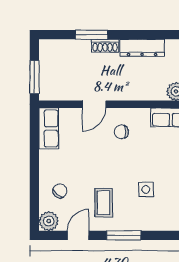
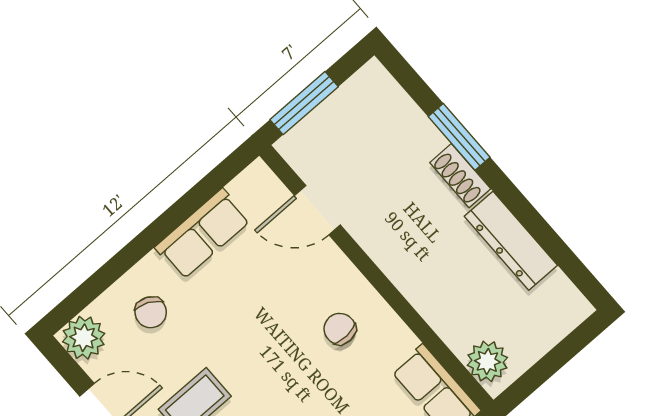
door: (94, 104) -> (317, 210), moved
row of seats: (49, 128) -> (203, 234), moved
chair: (60, 191) -> (151, 312), turned 77

